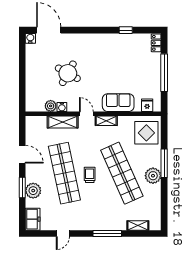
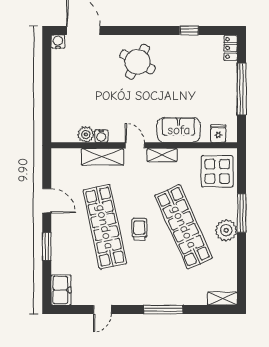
round table: (68, 73) -> (138, 62), moved
plant: (33, 191) -> (62, 251), removed
shelving: (138, 225) -> (222, 299), moved

